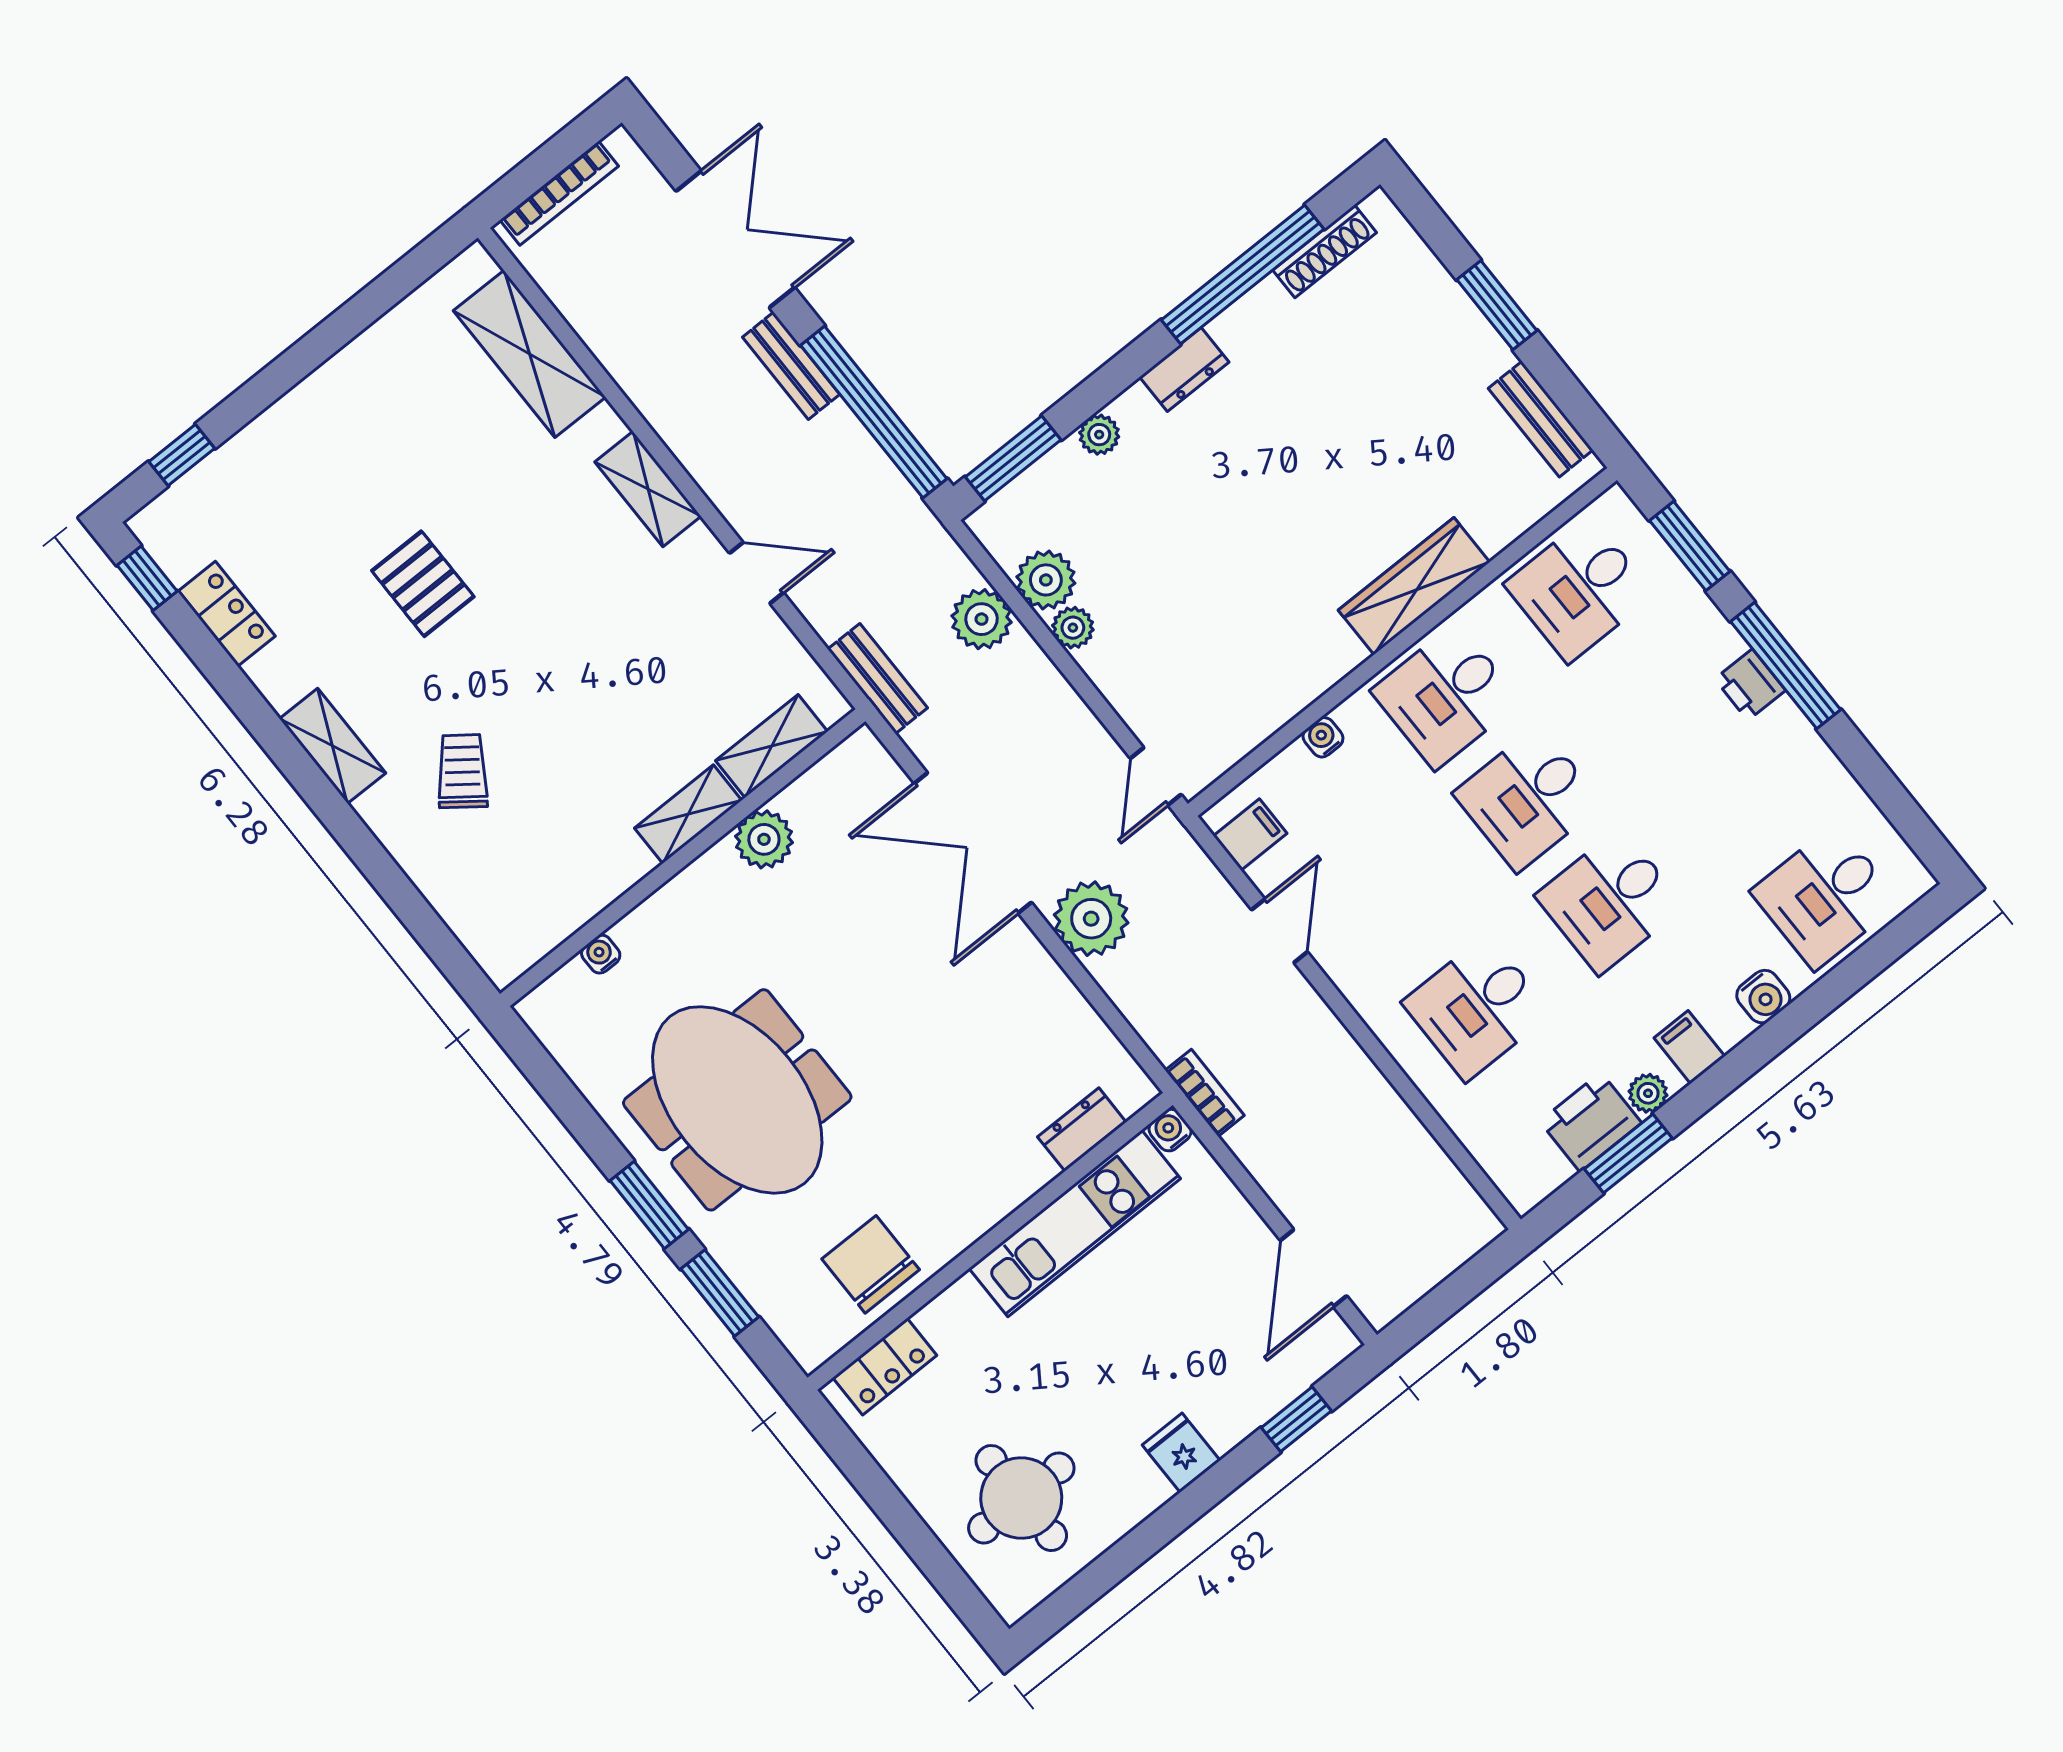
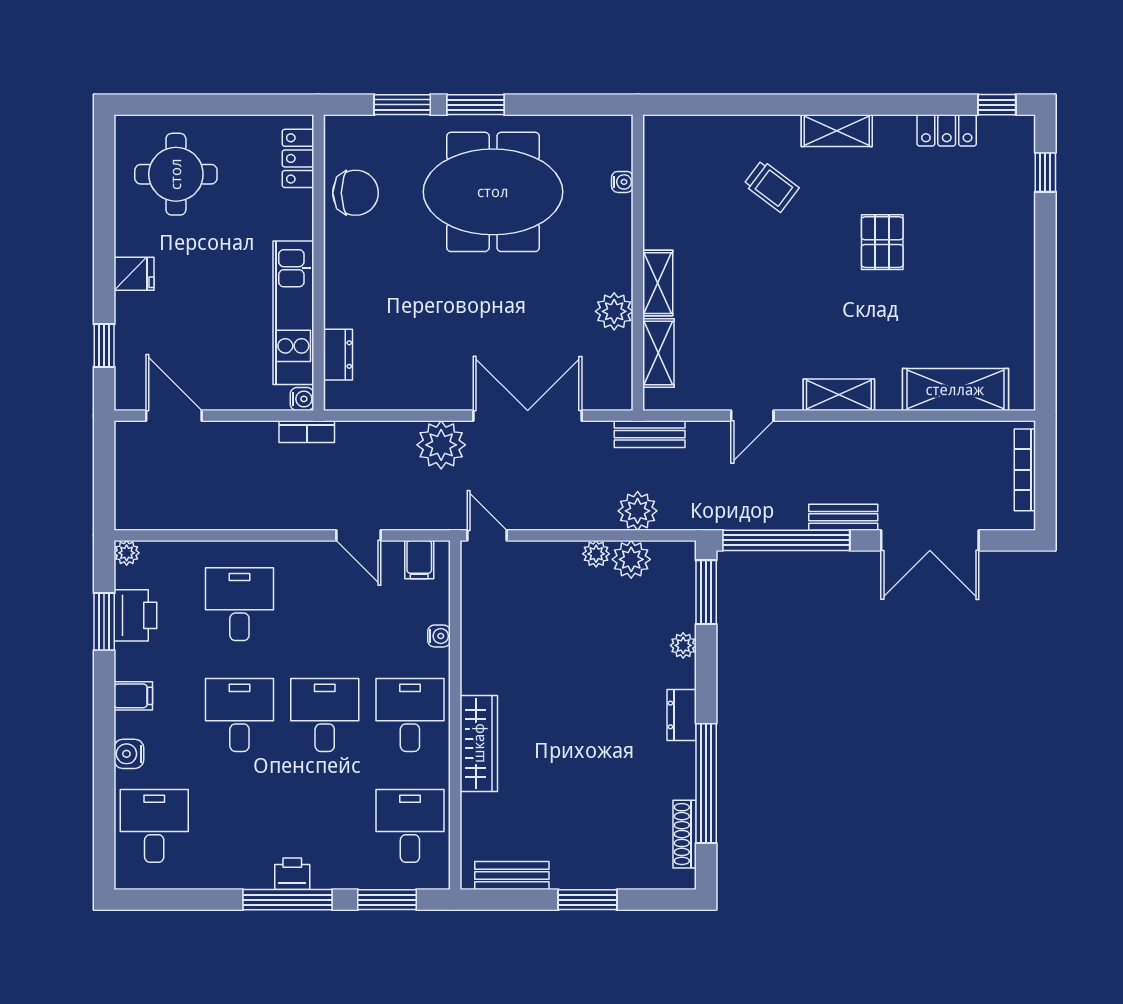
pallet: (423, 584) -> (882, 242), turned 90
plant: (1648, 1093) -> (127, 553), moved

